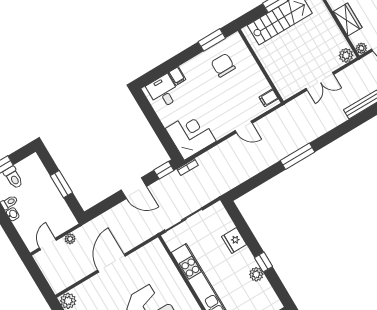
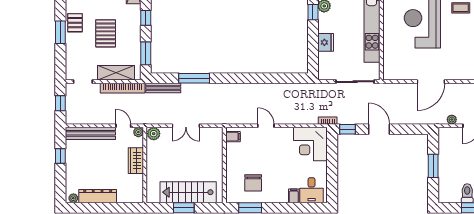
double door: (320, 81) -> (186, 126), swing flipped
window: (298, 156) -> (194, 78), moved

